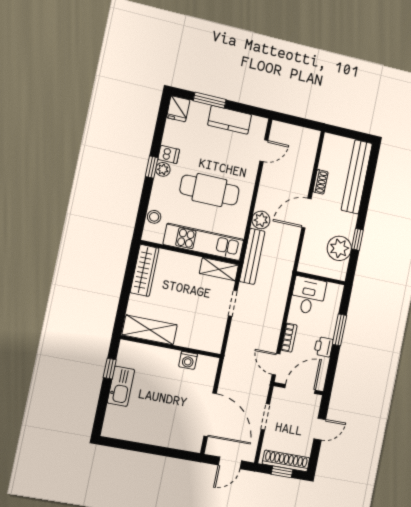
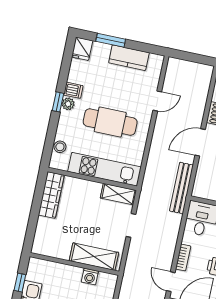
door: (264, 151) -> (157, 101), moved
plant: (261, 220) -> (157, 149), removed
bench: (252, 256) -> (181, 188), moved
shelving: (150, 330) -> (94, 257), moved

